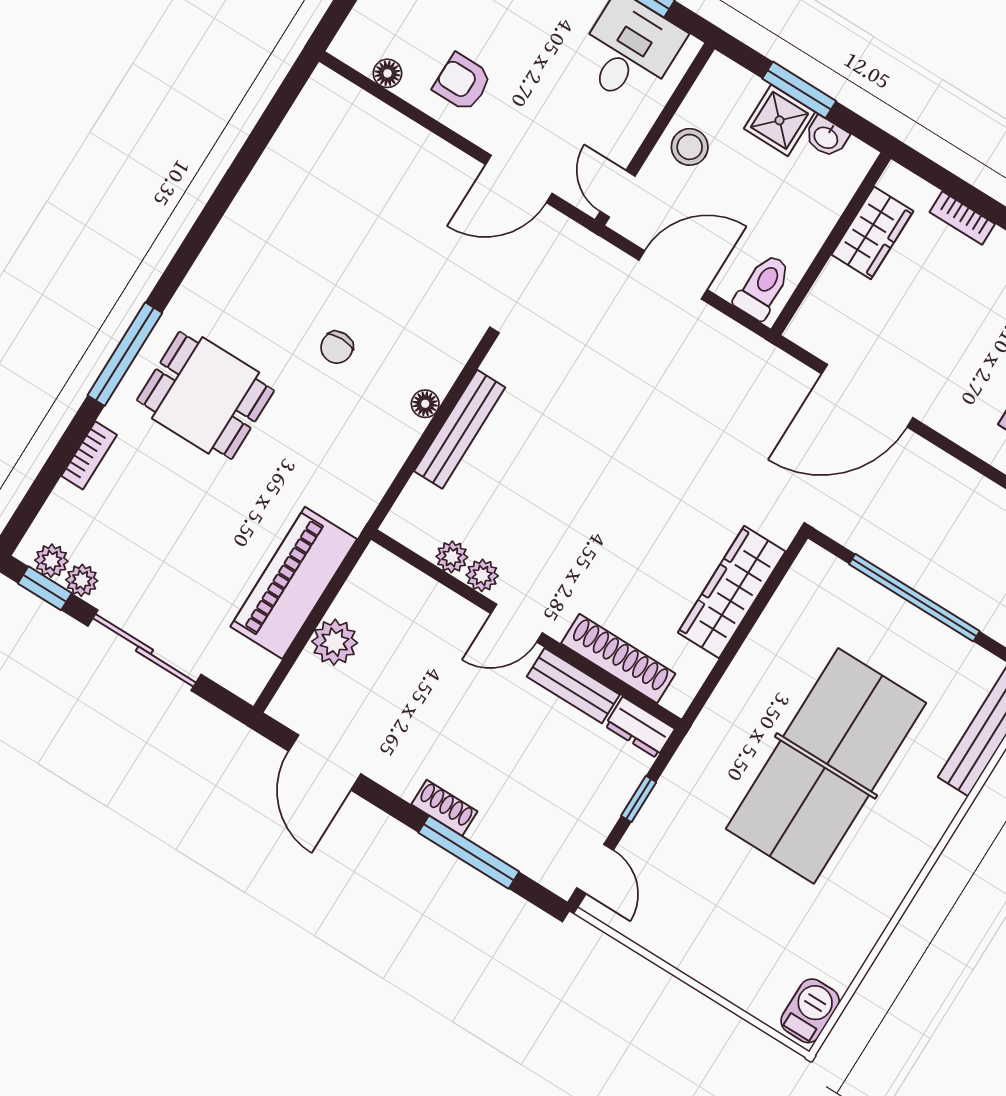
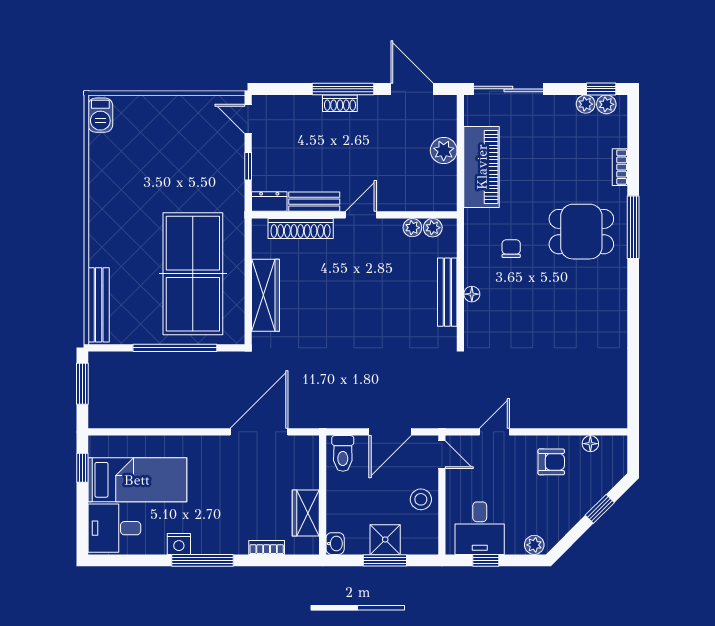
washbasin: (826, 137) -> (335, 544), moved, turned 90
door: (519, 179) -> (494, 432), width x0.73
chair: (337, 347) -> (511, 249), moved
plant: (482, 575) -> (433, 228), moved
sliding door: (144, 650) -> (508, 89), moved
table tennis table: (826, 766) -> (193, 274), moved
window: (469, 852) -> (343, 89), moved

